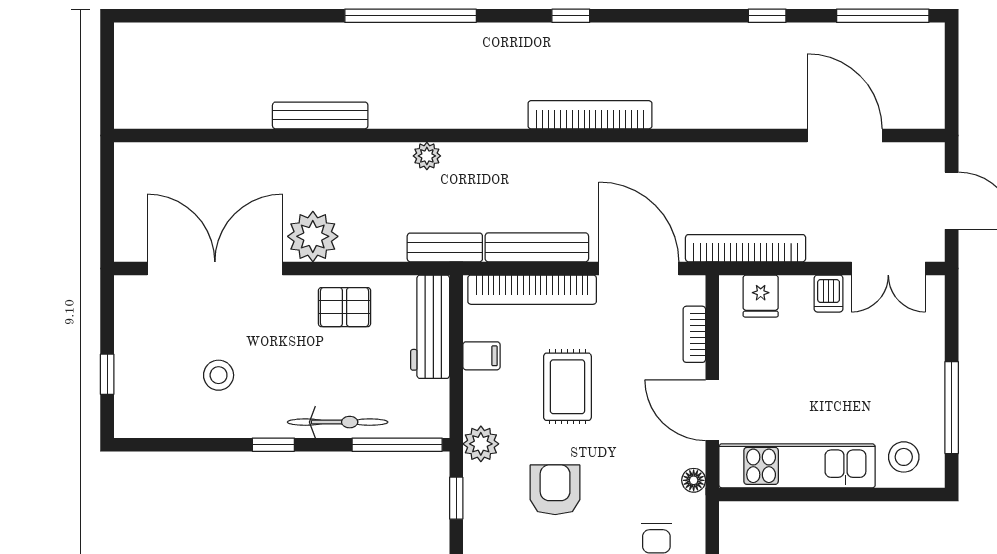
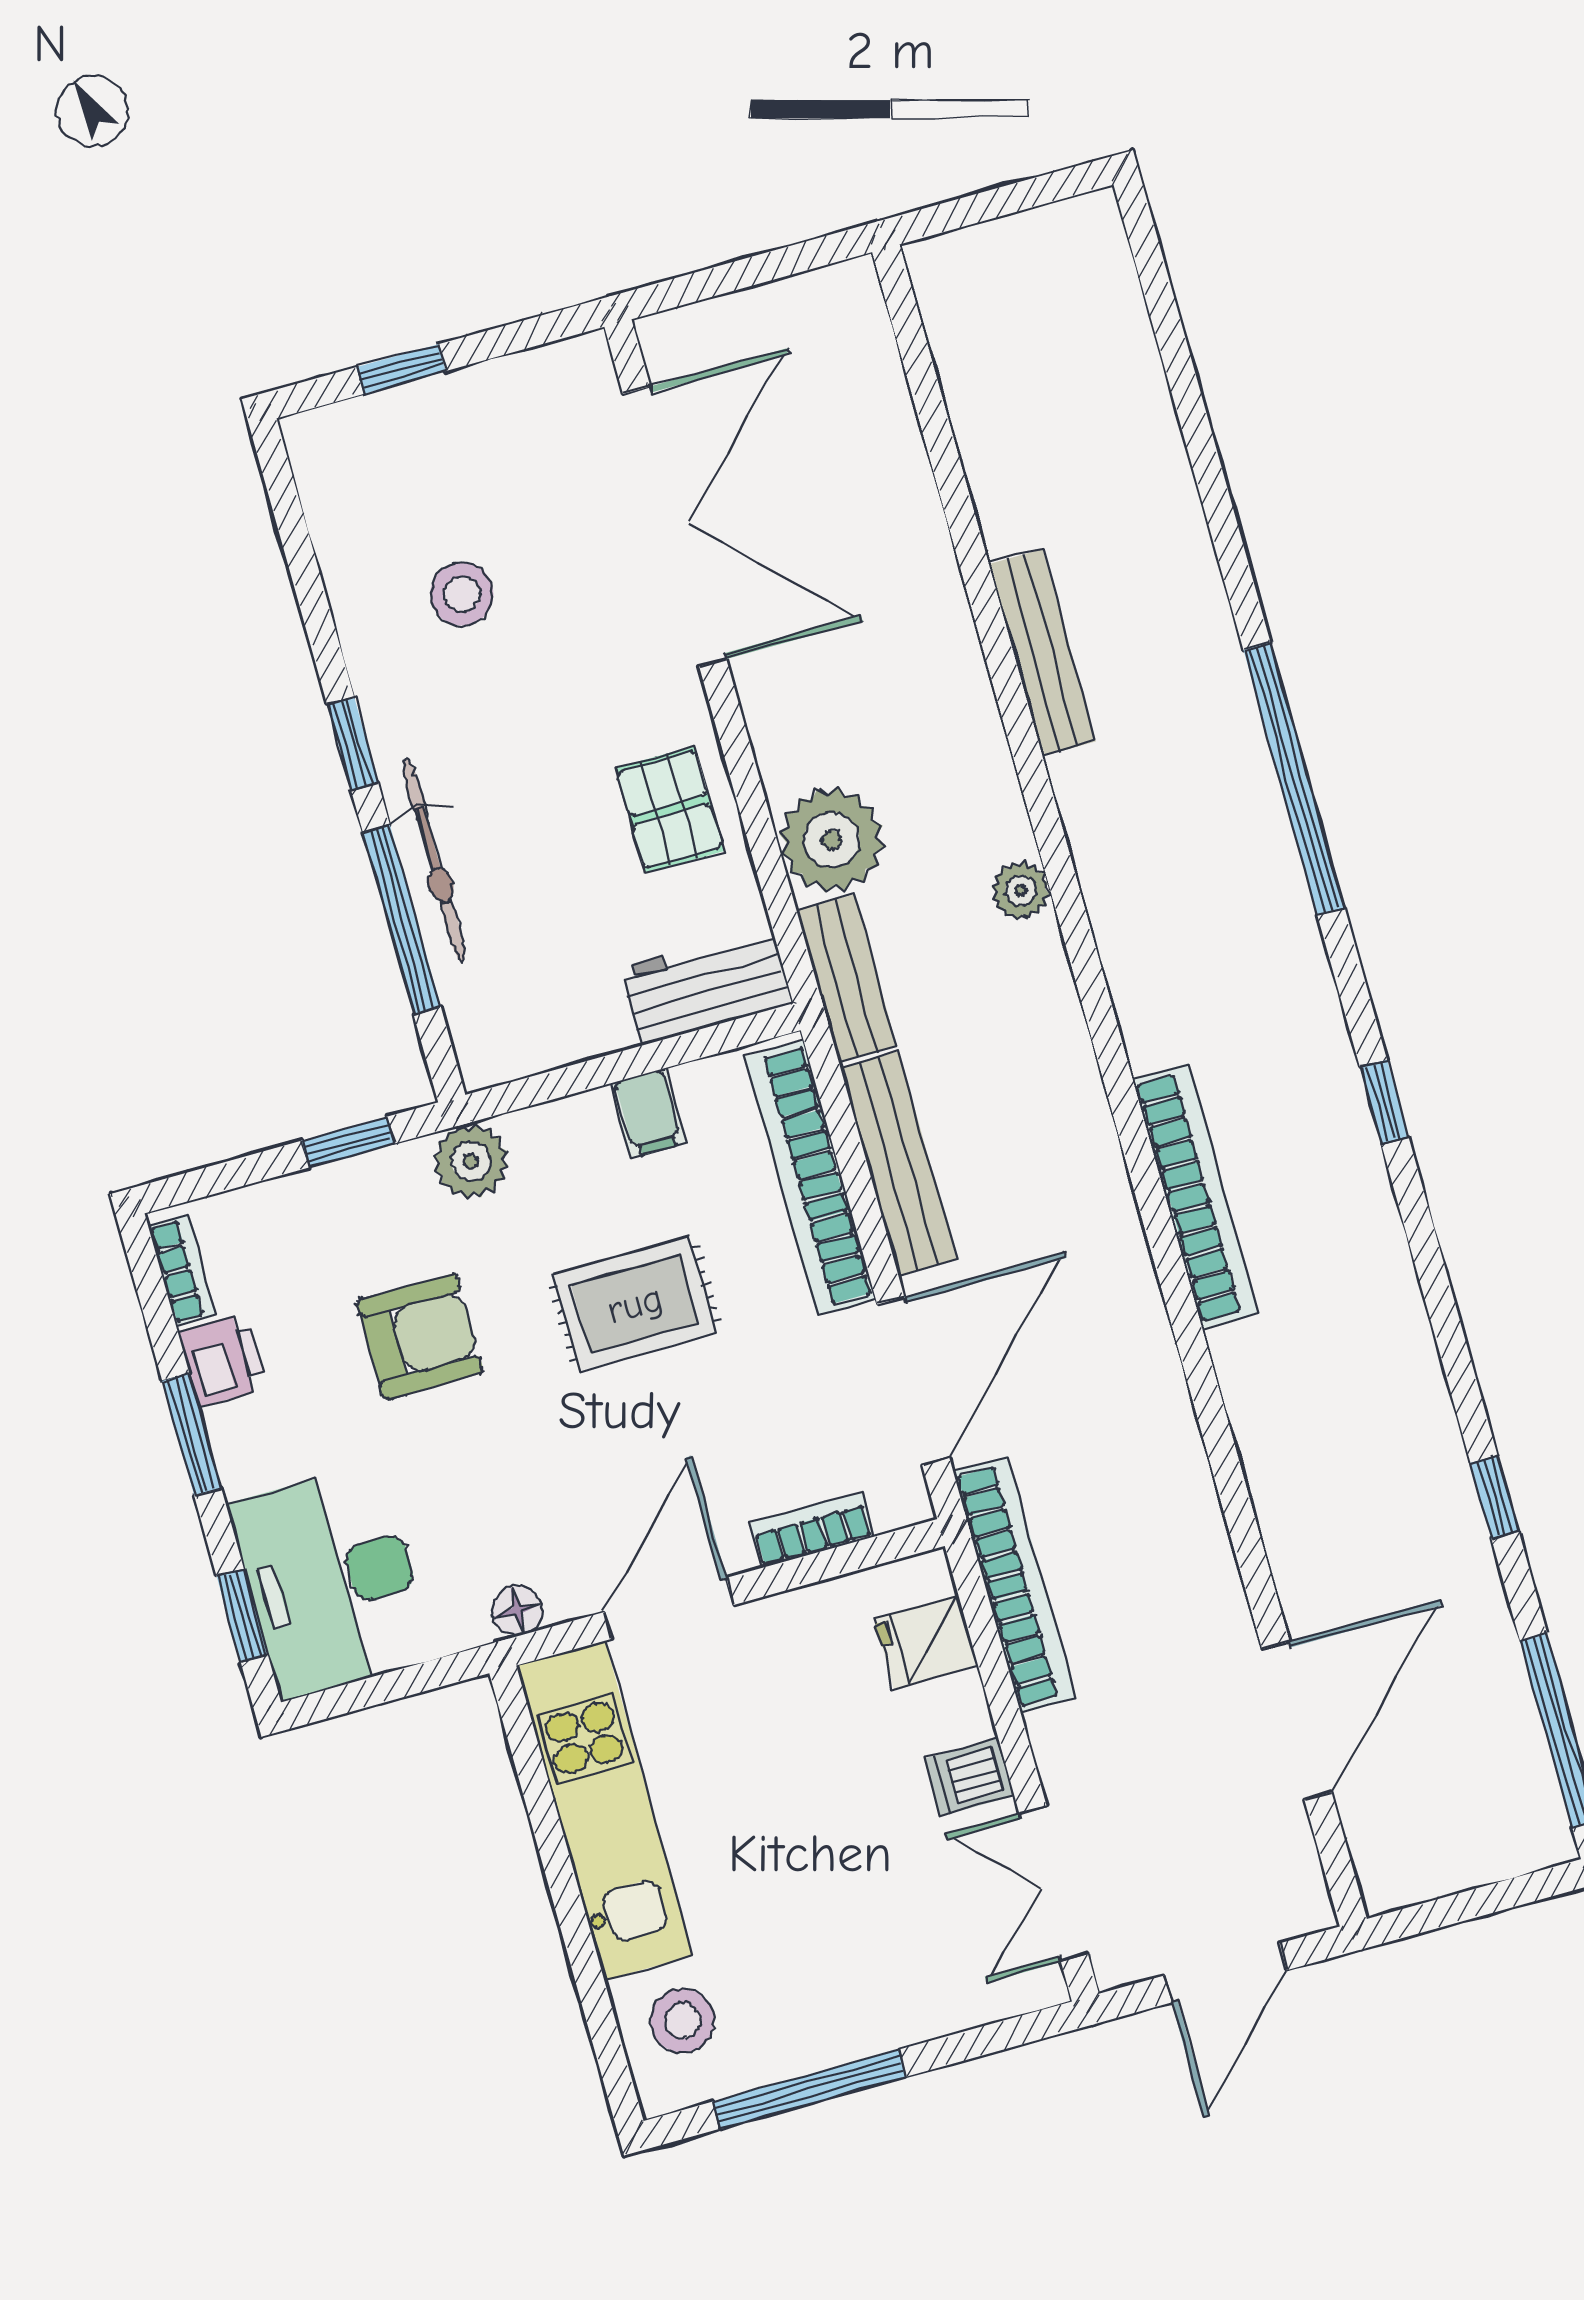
plant: (313, 236) -> (832, 840), moved
workbench: (430, 327) -> (707, 985), width x0.73
window: (397, 445) -> (402, 920), moved

